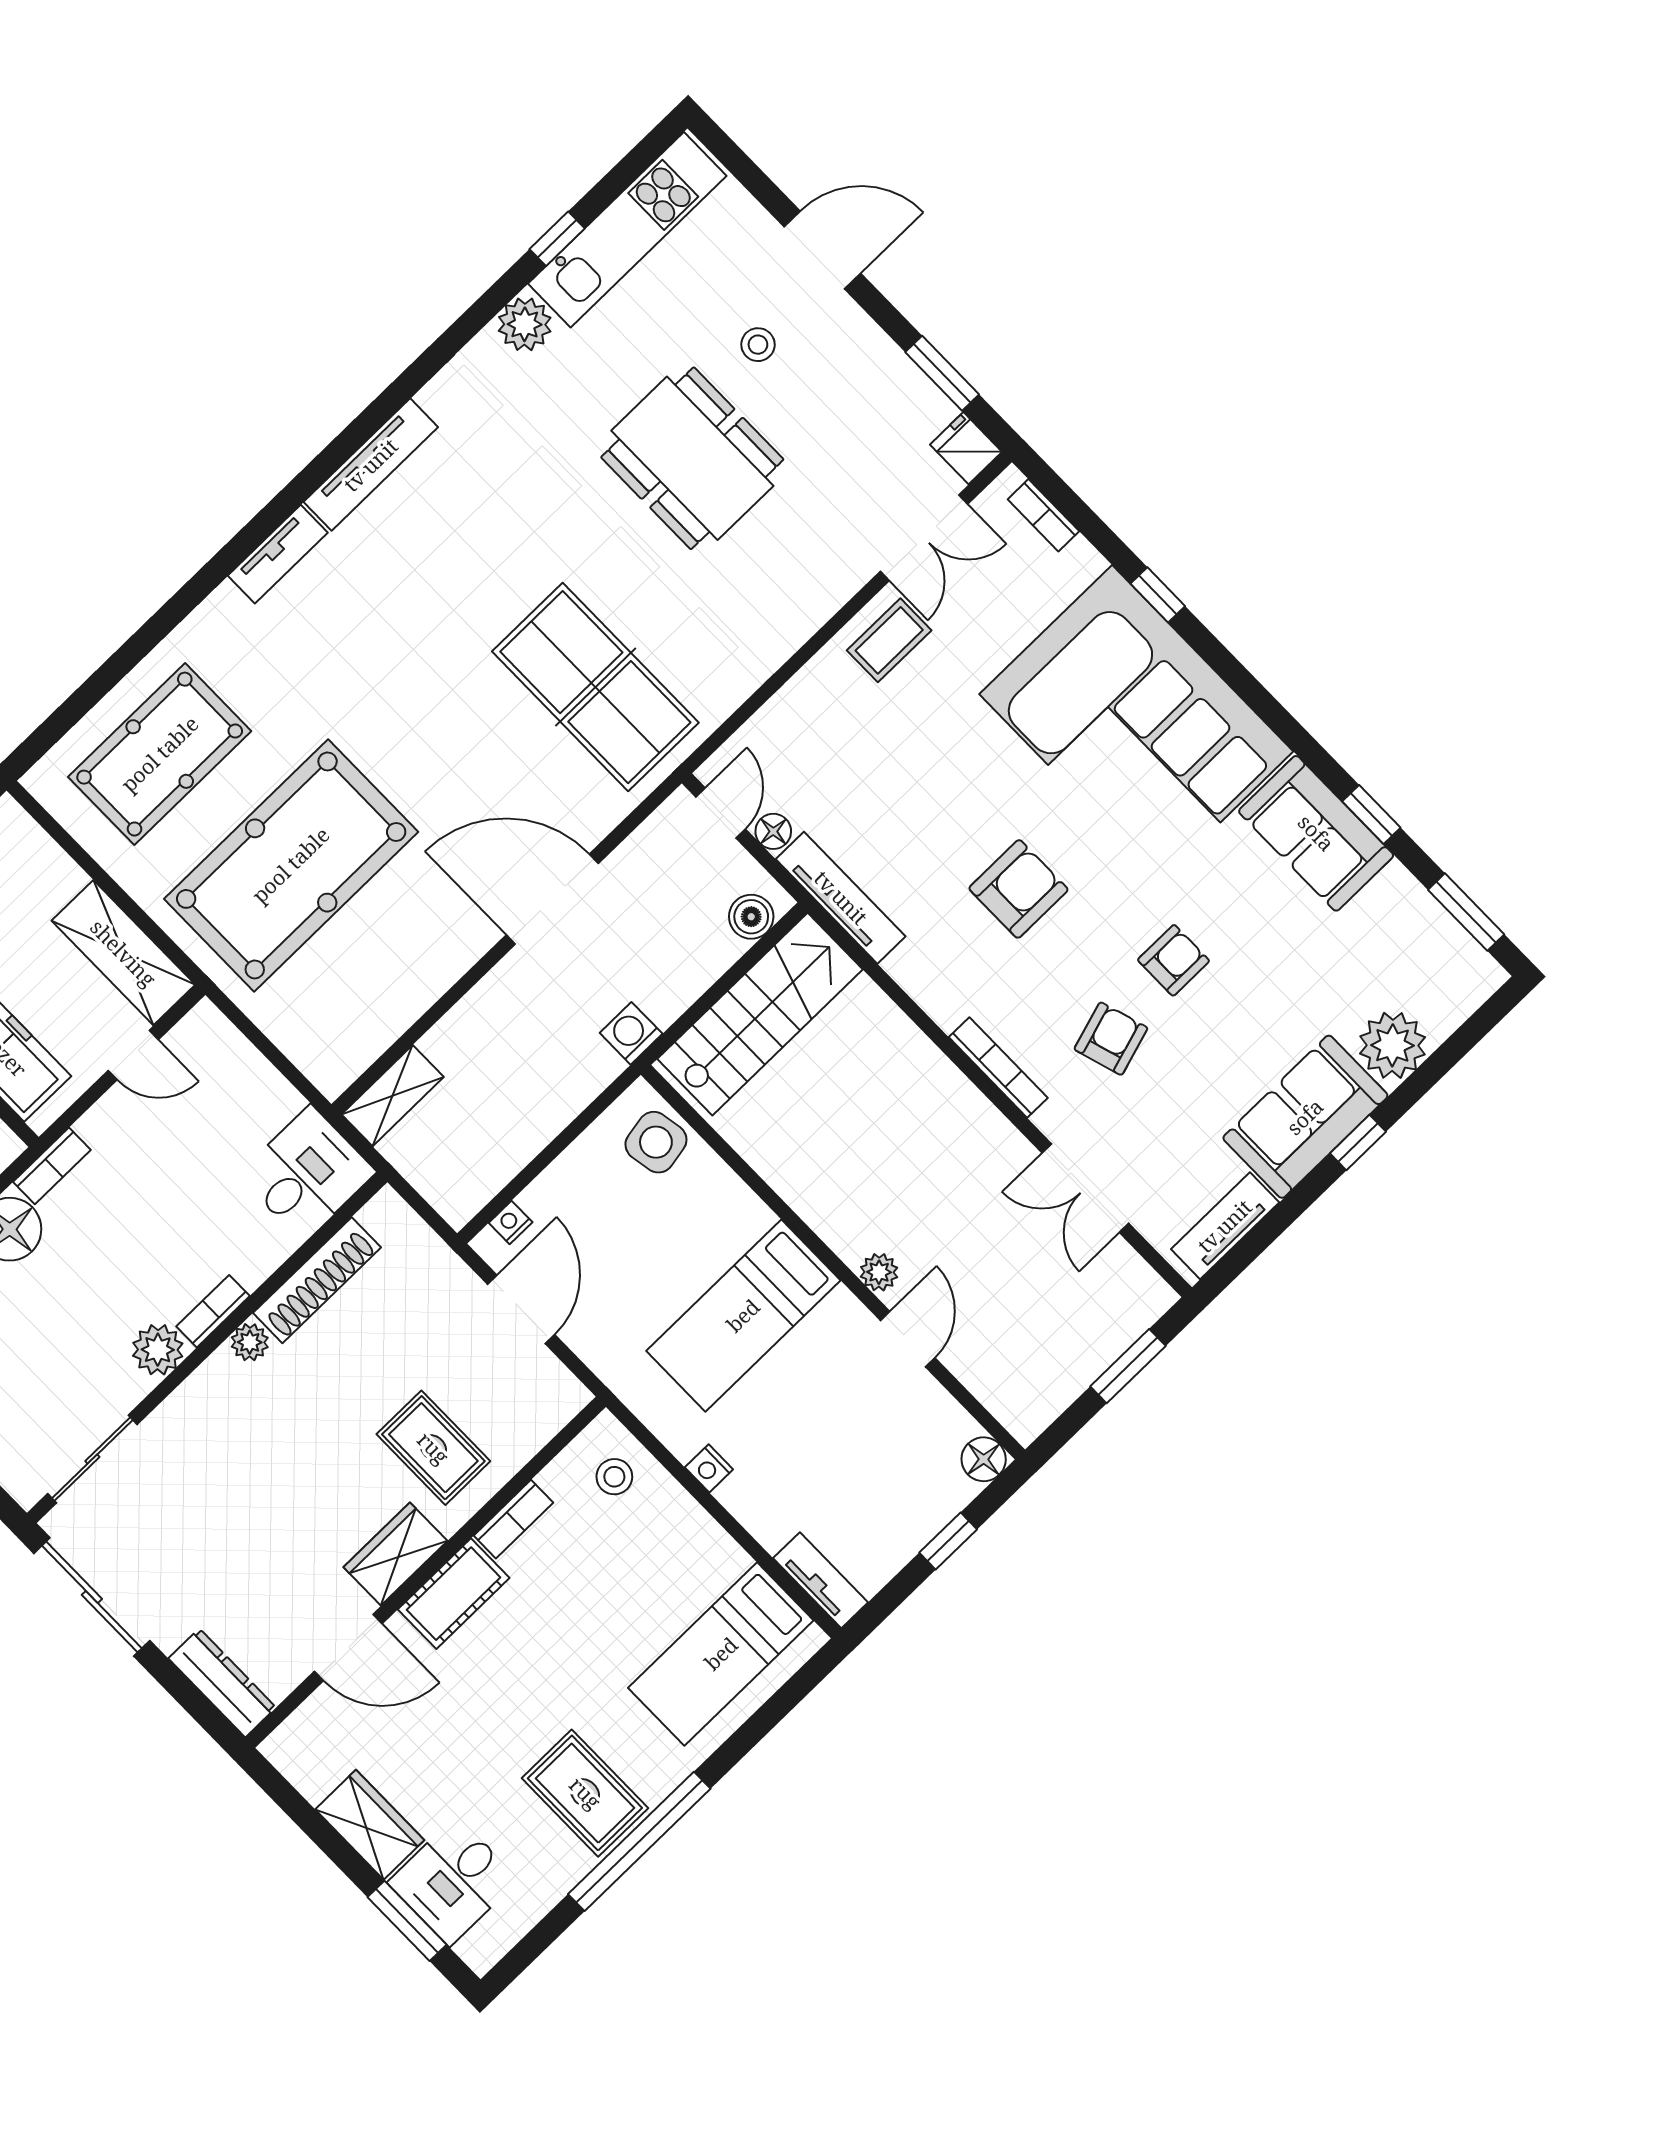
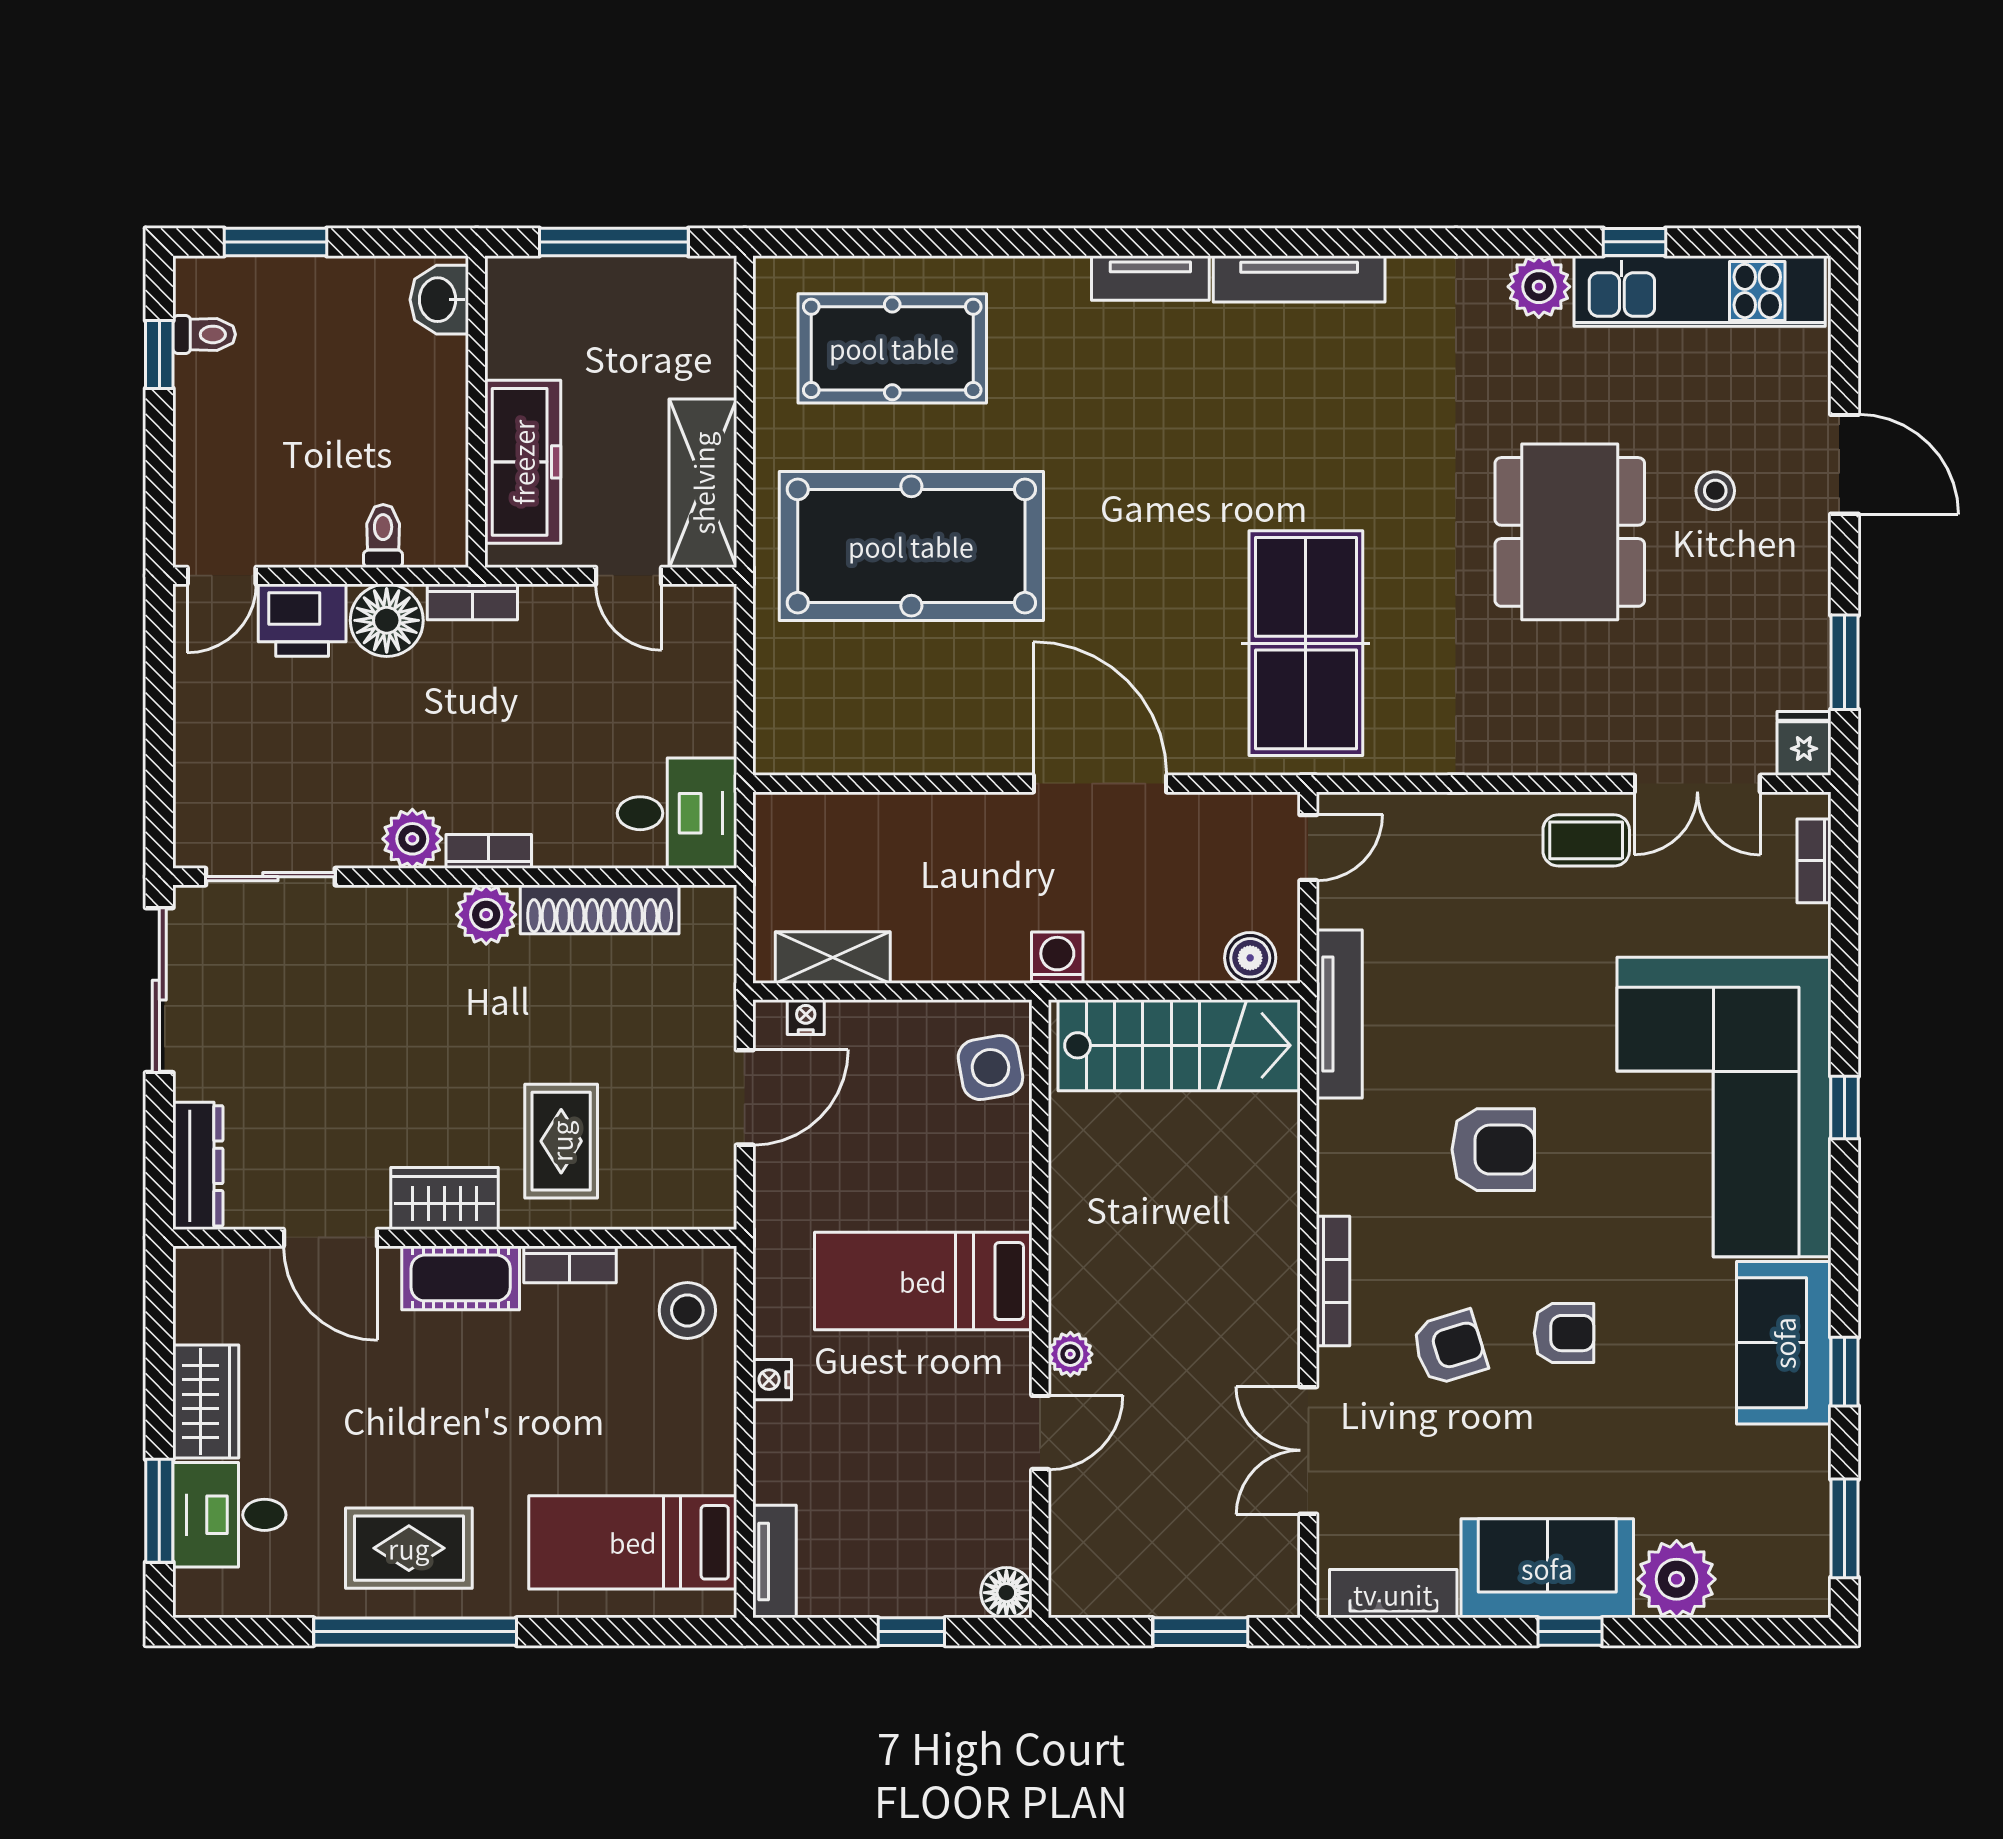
window: (1158, 595) -> (1844, 1107), moved
floor lamp: (773, 831) -> (1337, 905), removed
shelving: (393, 1096) -> (833, 958), moved
plant: (250, 1342) -> (486, 915), width x1.38, depth x1.38
stool: (614, 1477) -> (687, 1310), width x1.37, depth x1.37
rug: (585, 1793) -> (409, 1548), turned 90

